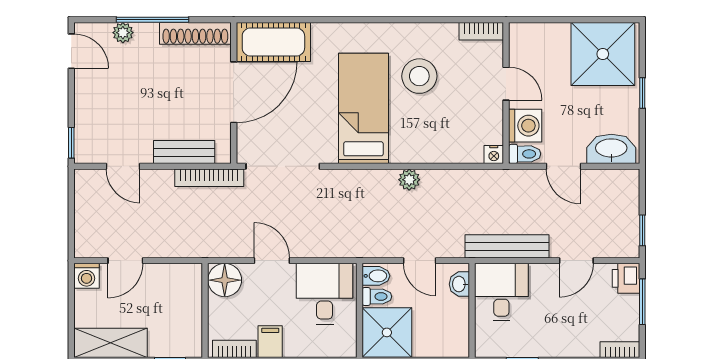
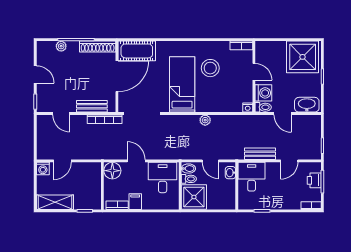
door: (71, 51) -> (35, 74), moved
bench: (507, 246) -> (260, 154), width x0.73
printer: (626, 278) -> (314, 180), moved

